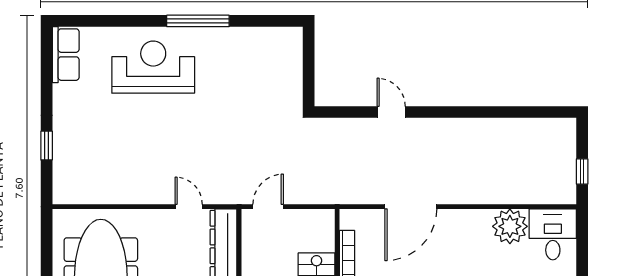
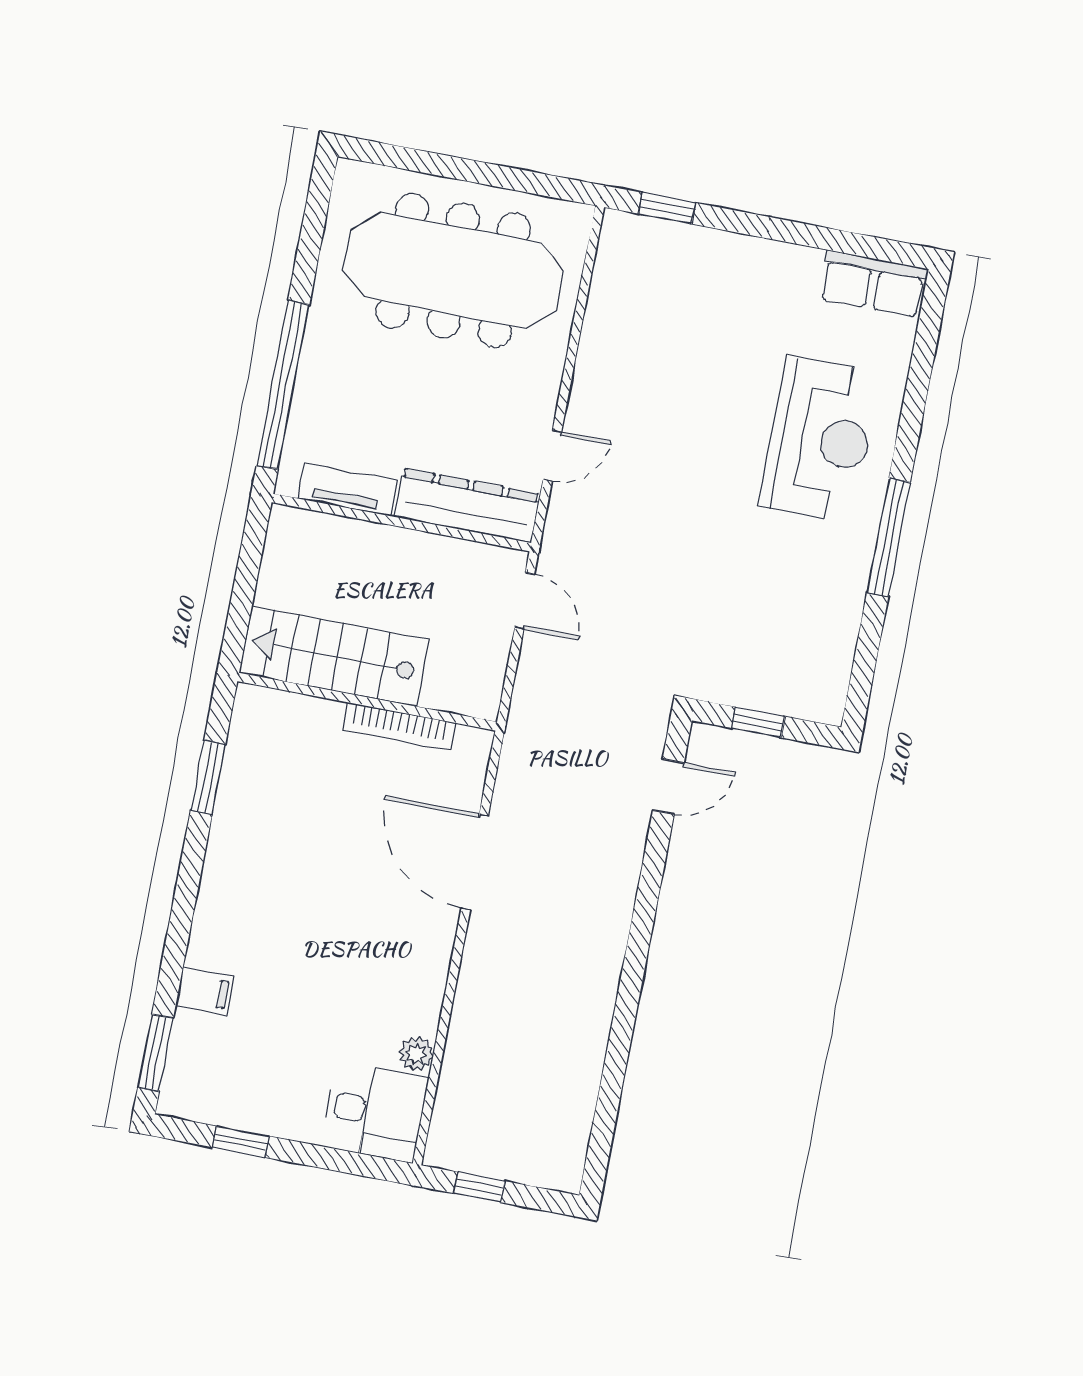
window: (309, 71) -> (758, 722), added
door: (391, 112) -> (668, 787), moved
window: (47, 146) -> (667, 208), moved
plant: (510, 226) -> (416, 1054), width x0.53, depth x0.53

